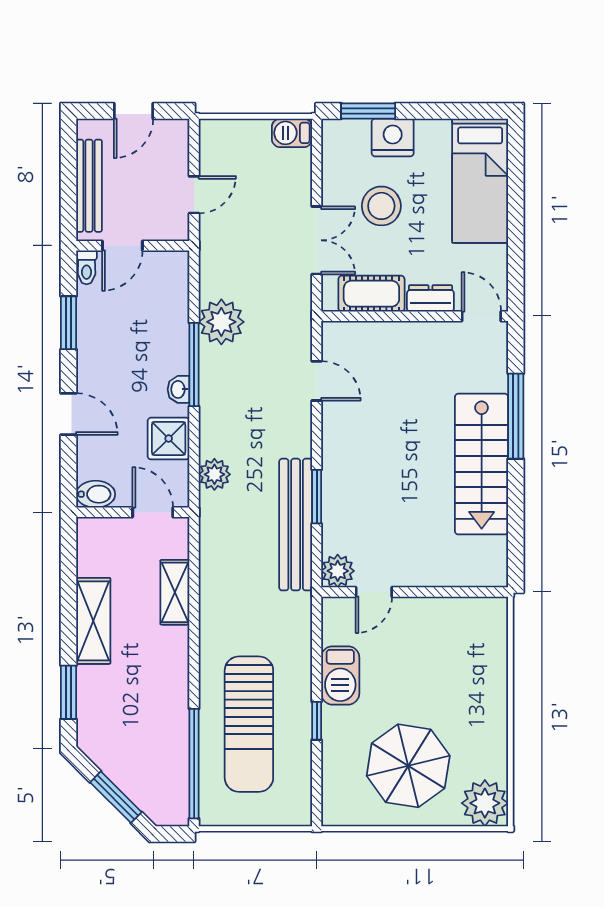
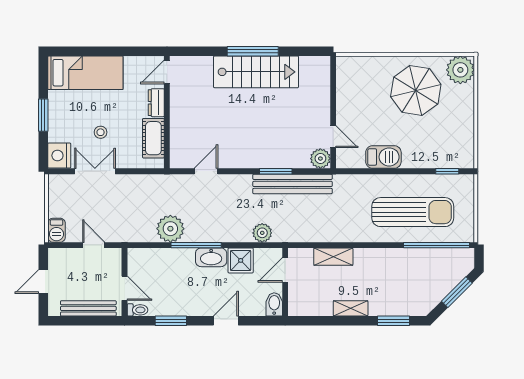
door: (134, 111) -> (43, 282), swing flipped
window: (368, 111) -> (43, 115), moved
barbecue: (292, 133) -> (57, 230), moved
nightstand: (393, 137) -> (59, 156), moved
stool: (381, 206) -> (101, 132), width x0.53, depth x0.53
double door: (317, 240) -> (95, 171), moved
washbasin: (179, 389) -> (211, 257), width x1.91, depth x1.45
window: (516, 416) -> (253, 51), moved
shelving: (93, 621) -> (351, 308), width x0.67, depth x0.75
window: (317, 721) -> (447, 171), moved
parasol: (408, 766) -> (416, 90), moved

